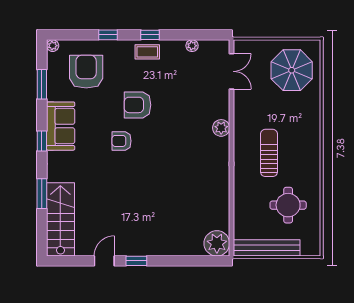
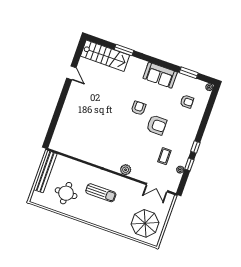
window: (108, 35) -> (189, 164), moved
coffee table: (147, 52) -> (164, 156), moved
armchair: (86, 72) -> (187, 102), width x0.53, depth x0.53
armchair: (138, 105) -> (157, 125), turned 90
window: (42, 141) -> (155, 61), removed
plant: (217, 243) -> (58, 143), removed
window: (136, 261) -> (65, 92), removed

